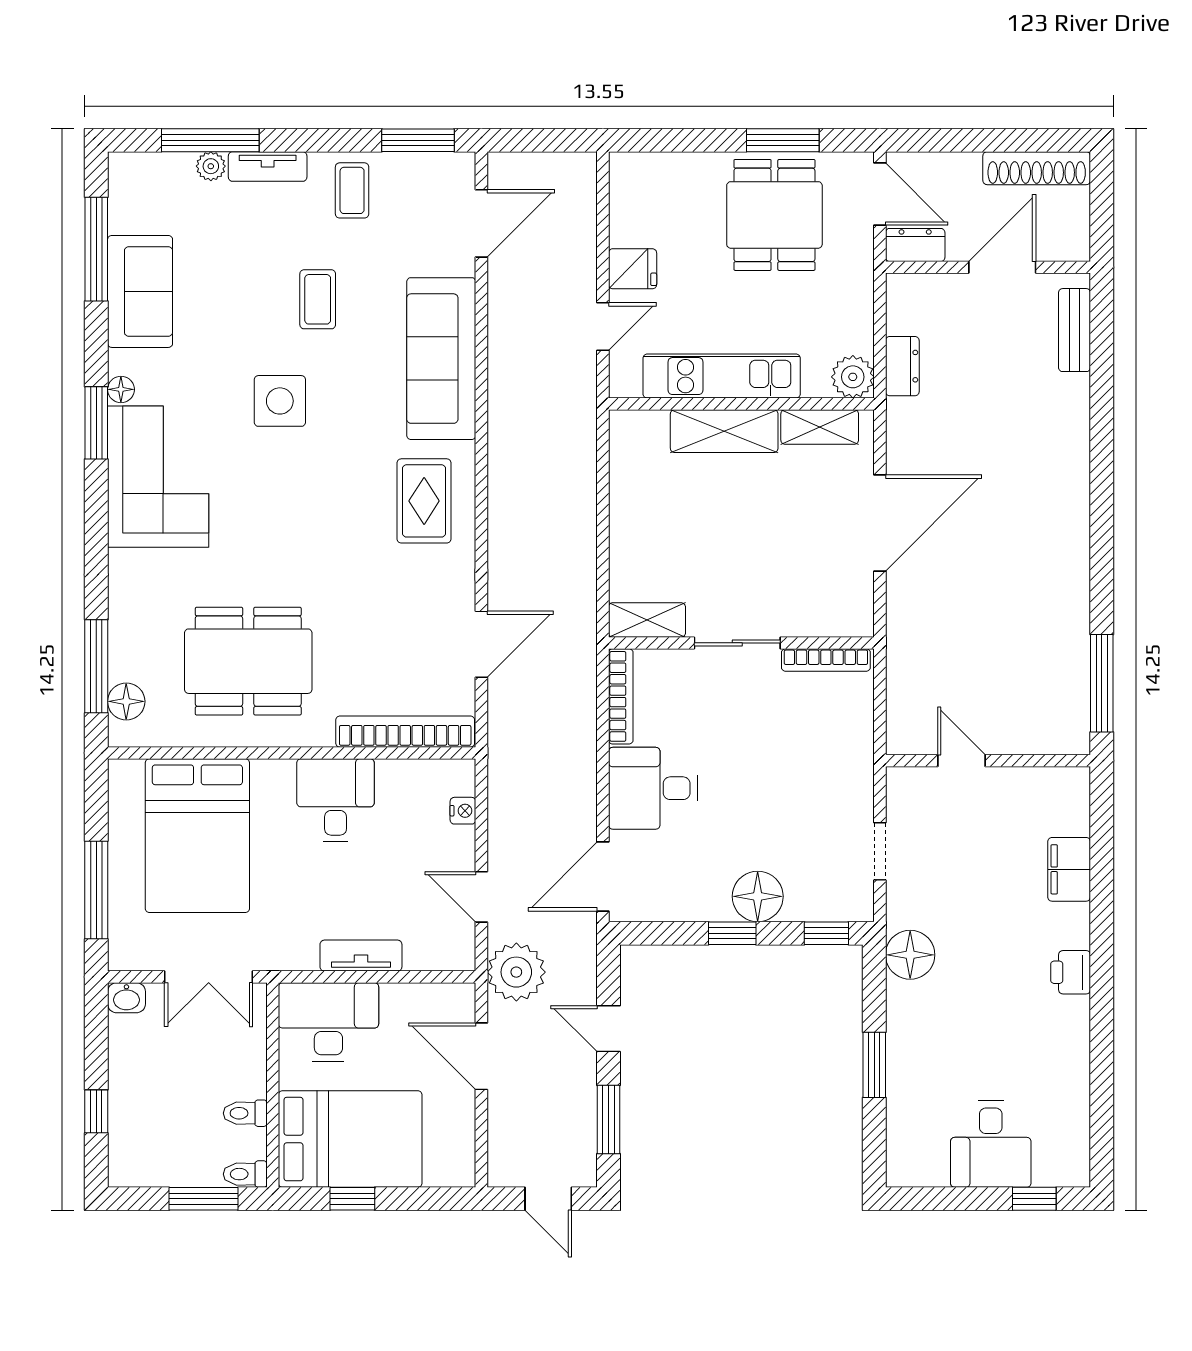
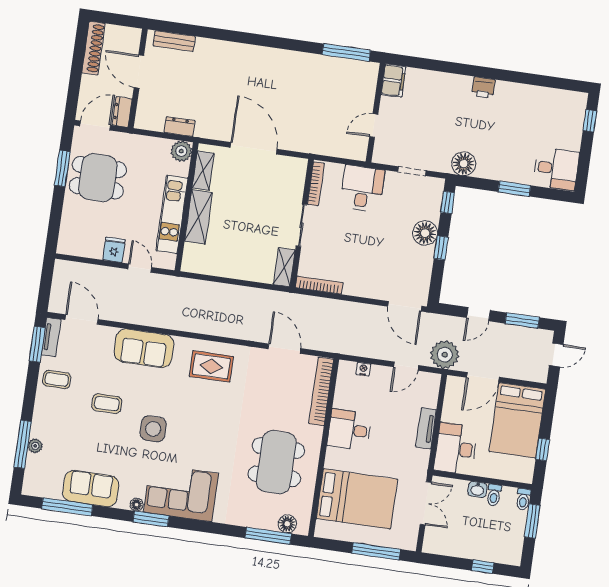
tv unit: (268, 167) -> (51, 337), moved
sofa: (441, 359) -> (144, 348), width x0.73
desk: (653, 788) -> (362, 188), moved, turned 180
filing cabinet: (1069, 869) -> (393, 81), moved, turned -90
washbasin: (126, 998) -> (477, 489), moved, turned 90
bed: (350, 1139) -> (517, 420), moved, turned 180
desk: (991, 1144) -> (556, 169), moved

